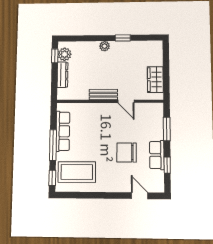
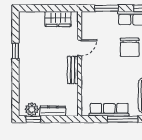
plant: (105, 46) -> (24, 69), removed

